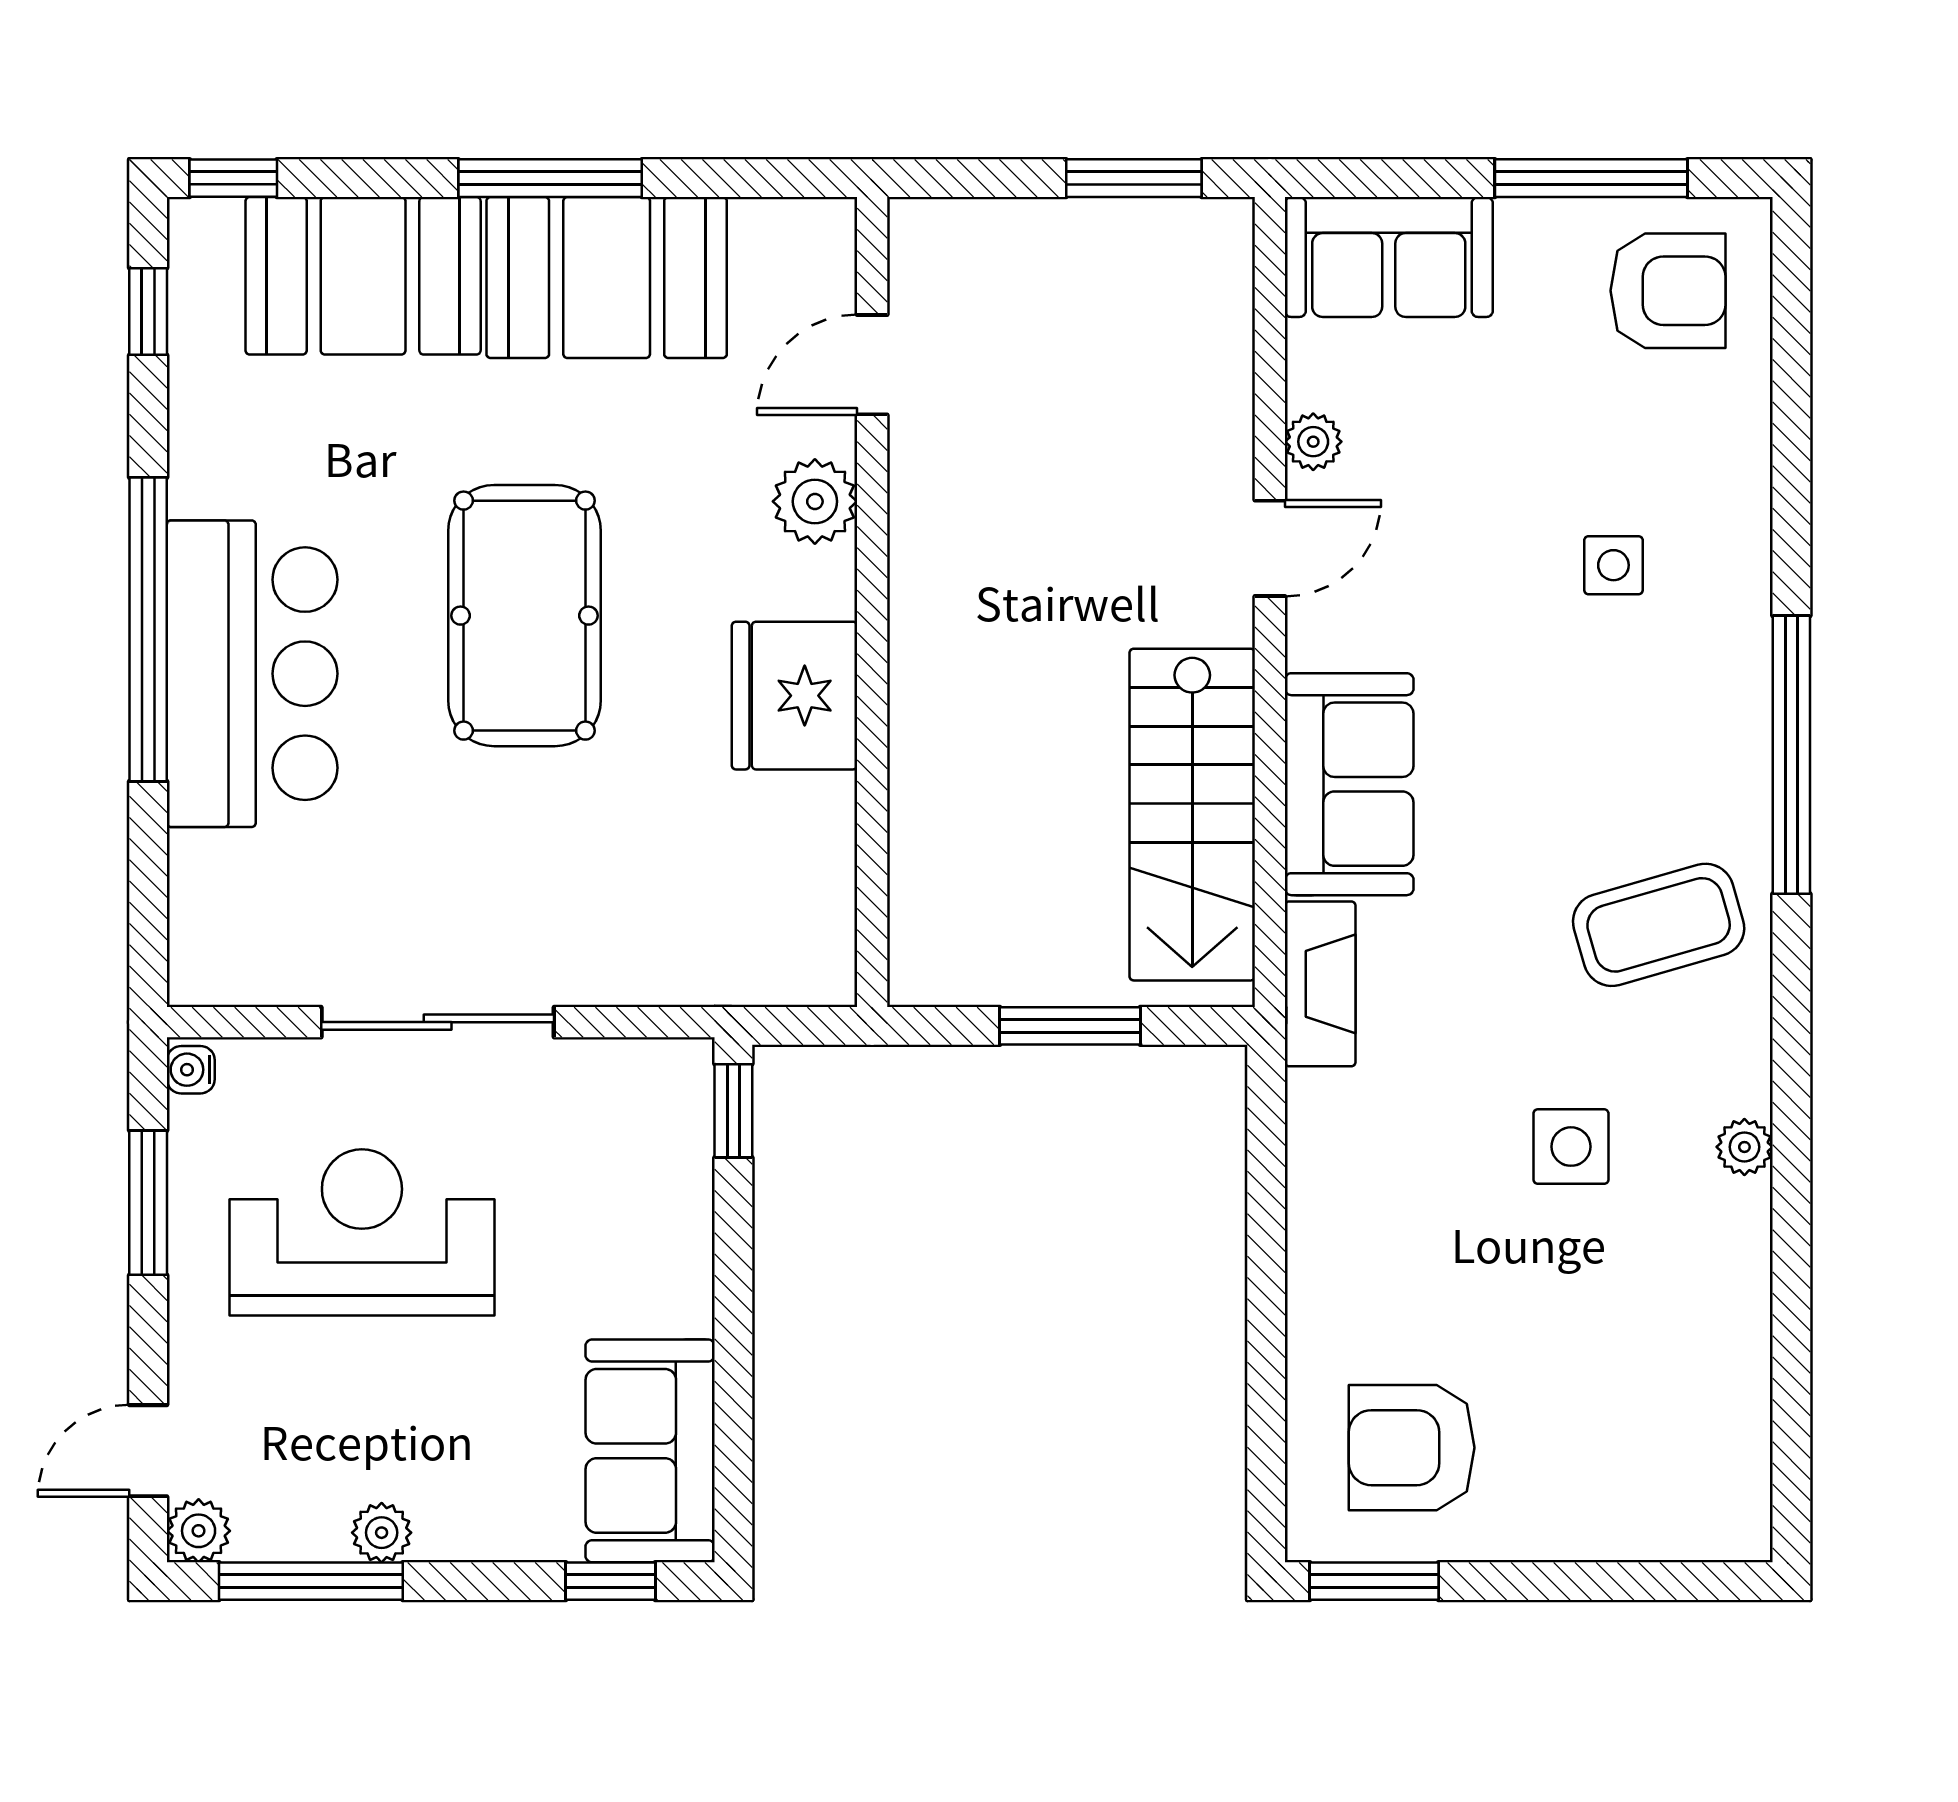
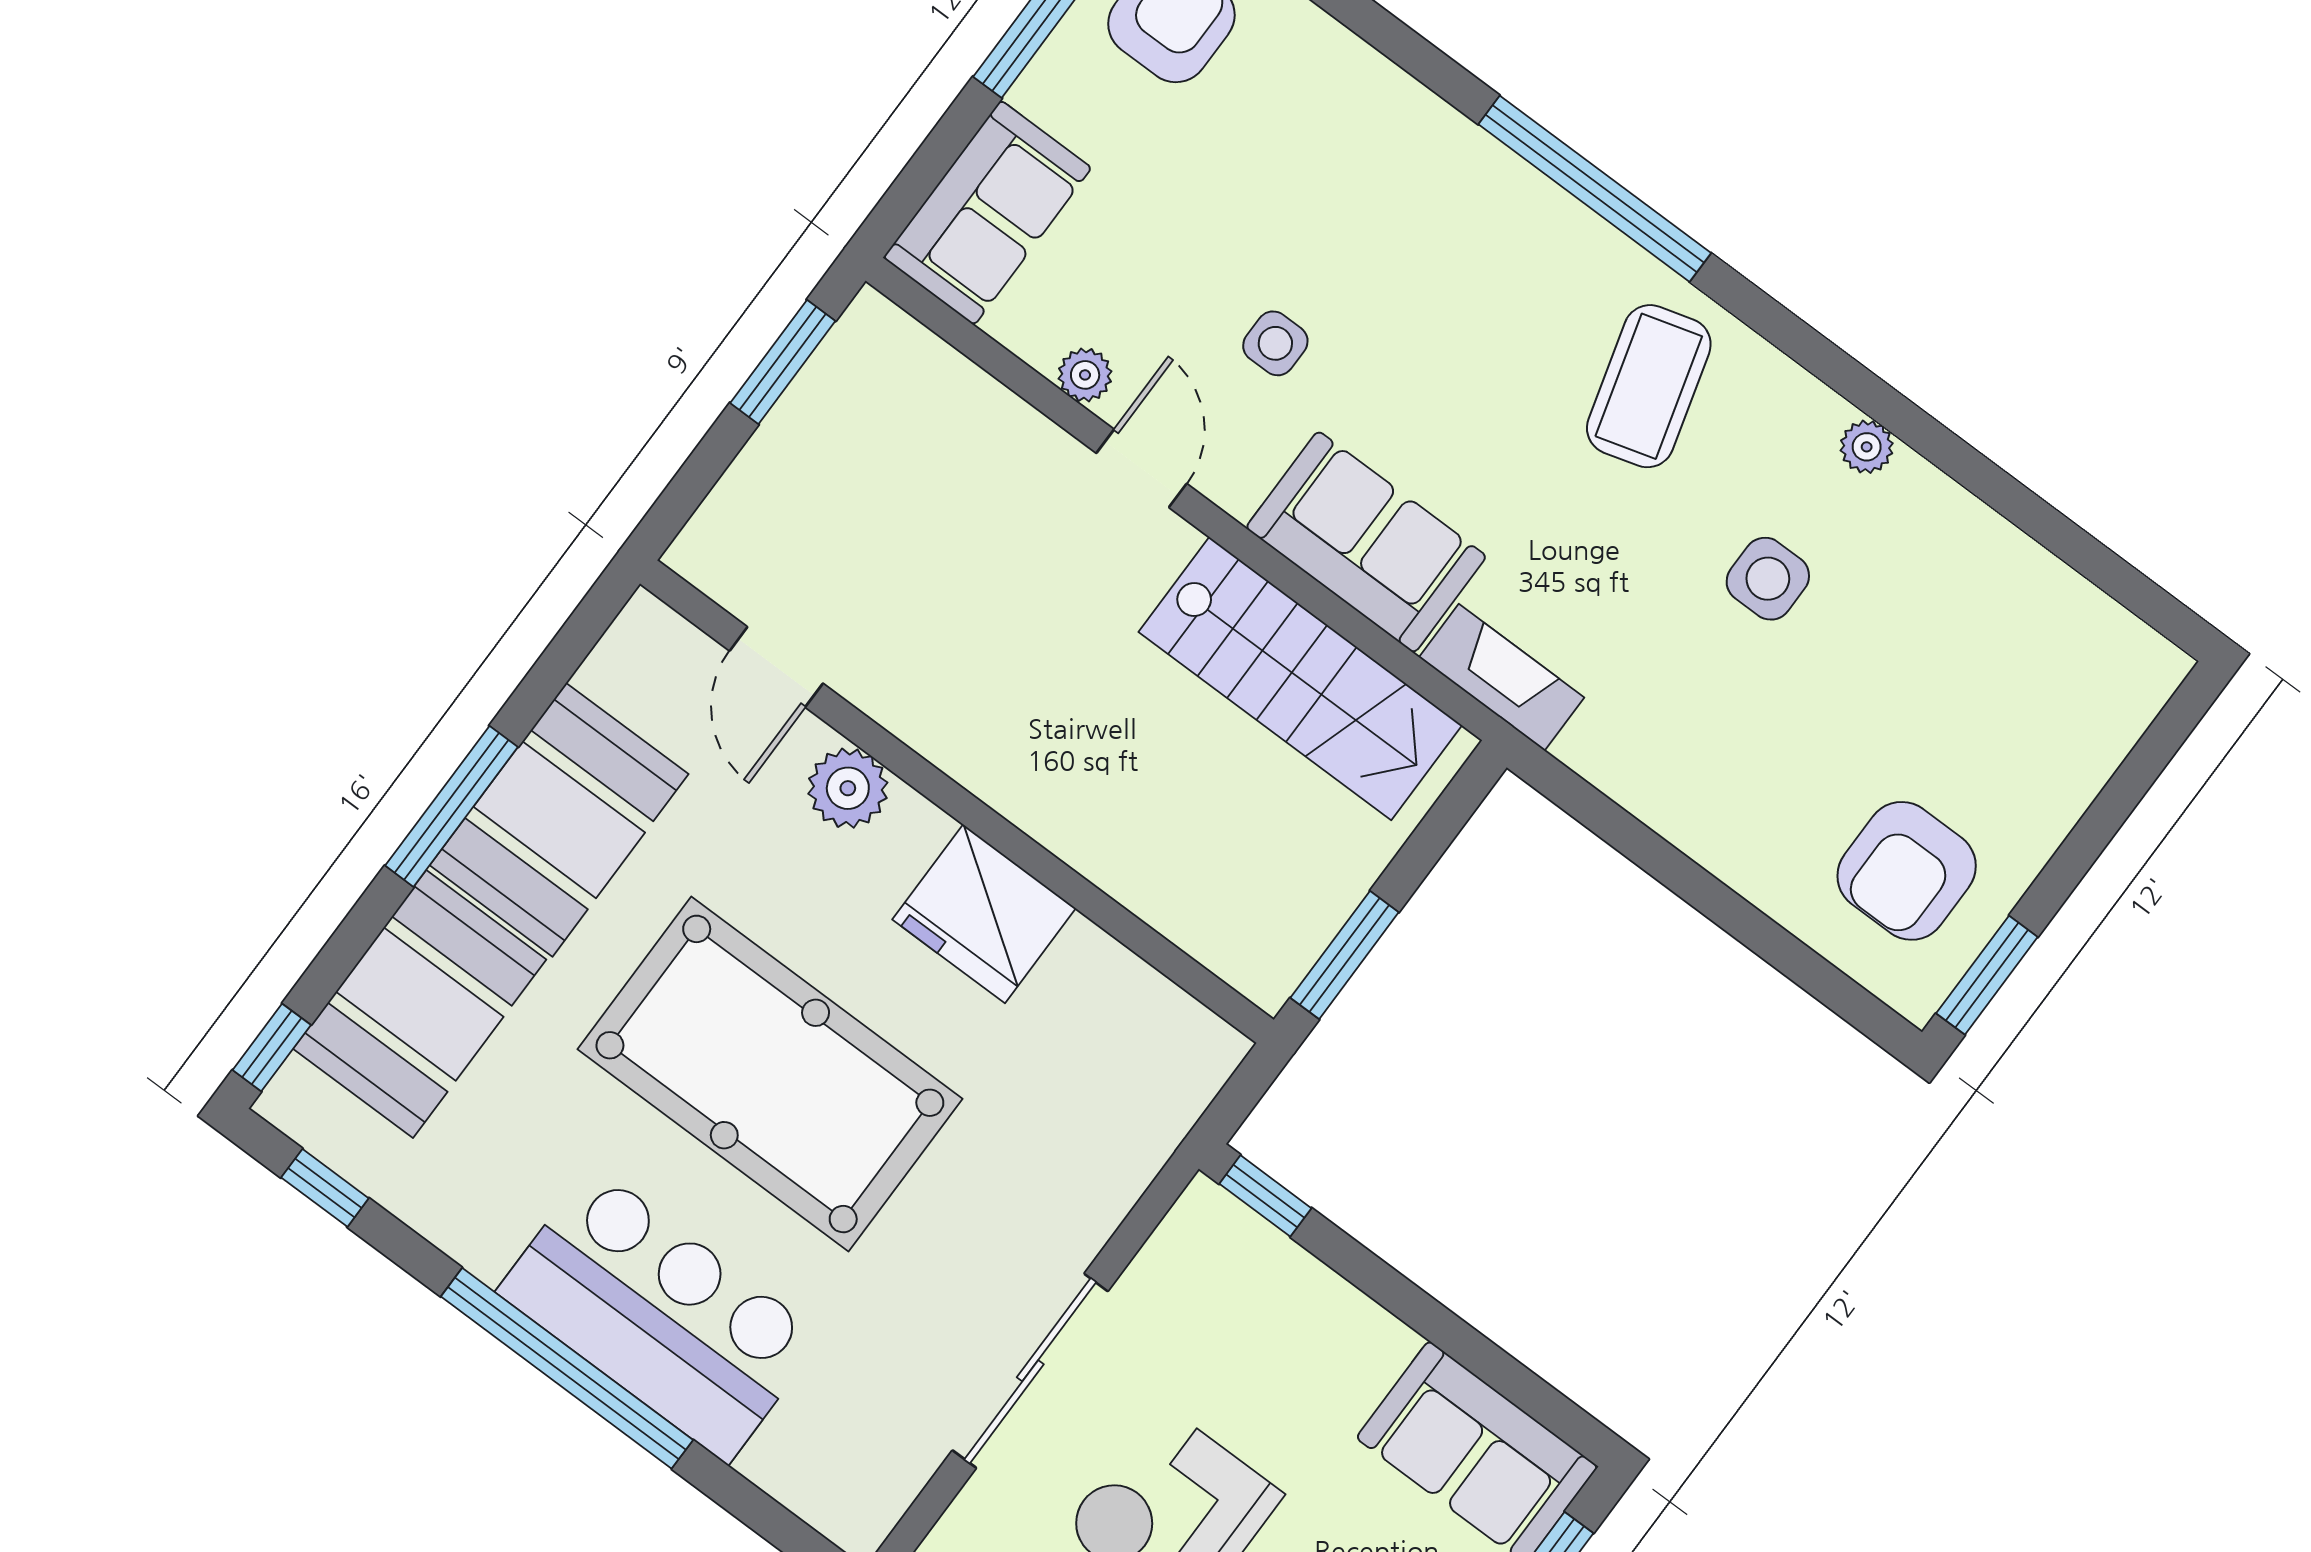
side table: (1613, 565) -> (1275, 343), moved
pool table: (524, 616) -> (770, 1074), width x1.36, depth x1.32
window: (1070, 1026) -> (1345, 955), moved

